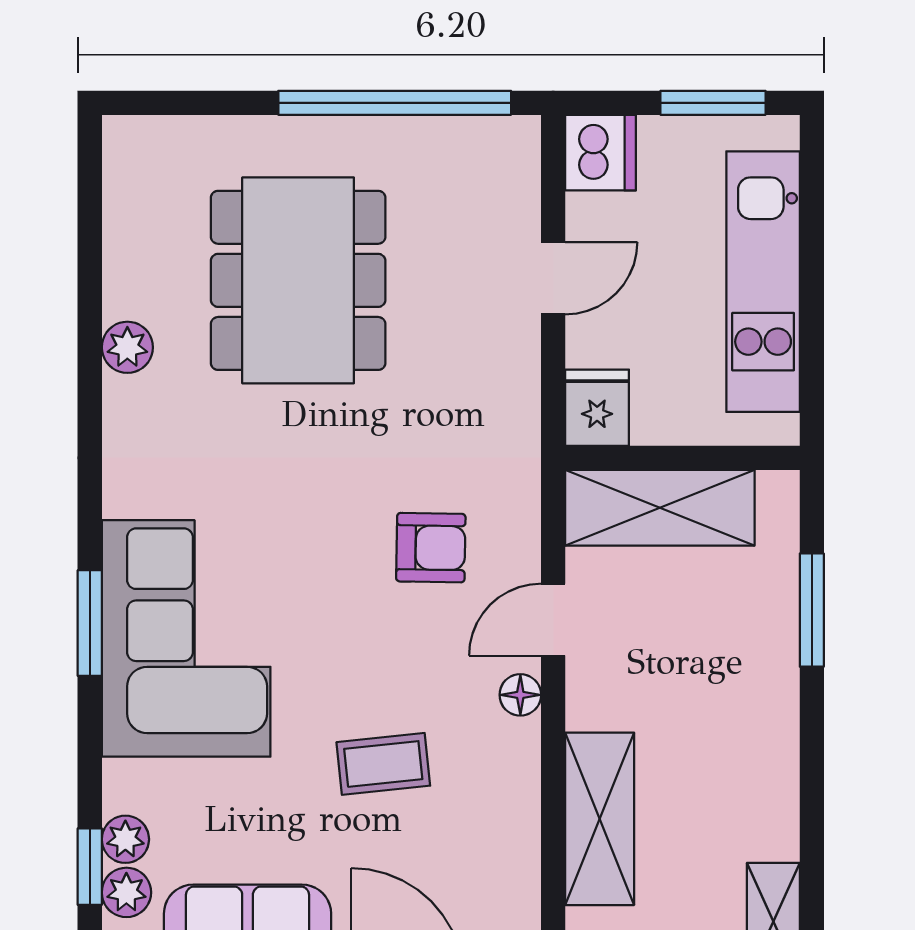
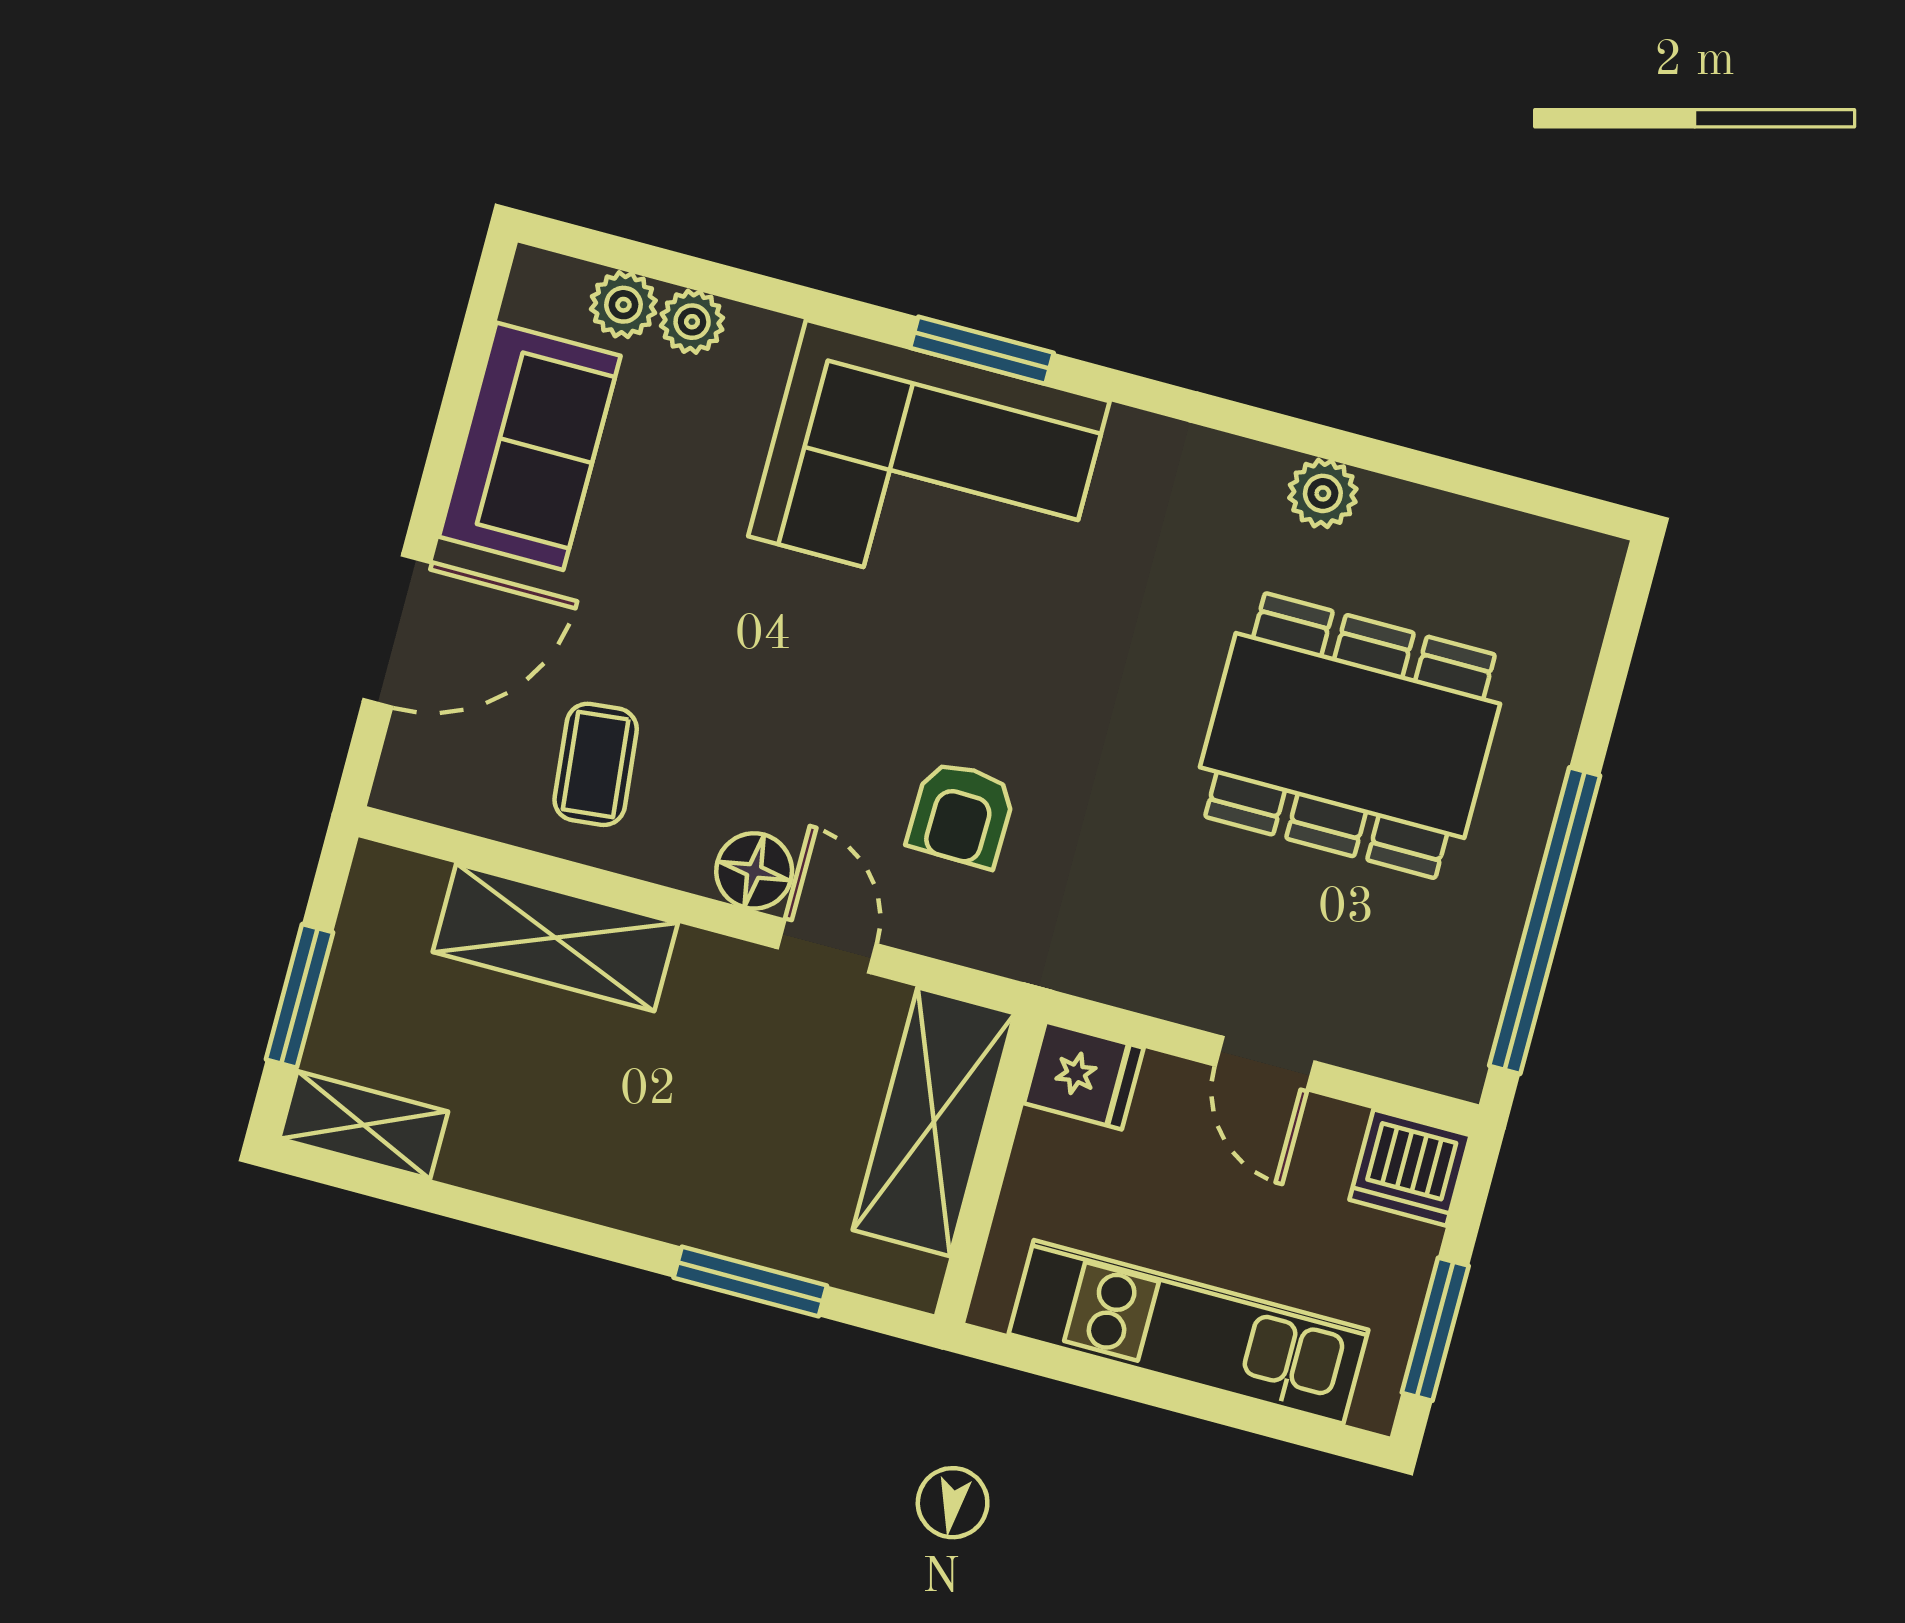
floor lamp: (520, 695) -> (754, 871), width x1.37, depth x1.37
coffee table: (383, 764) -> (596, 764), moved
window: (90, 867) -> (669, 266), removed

